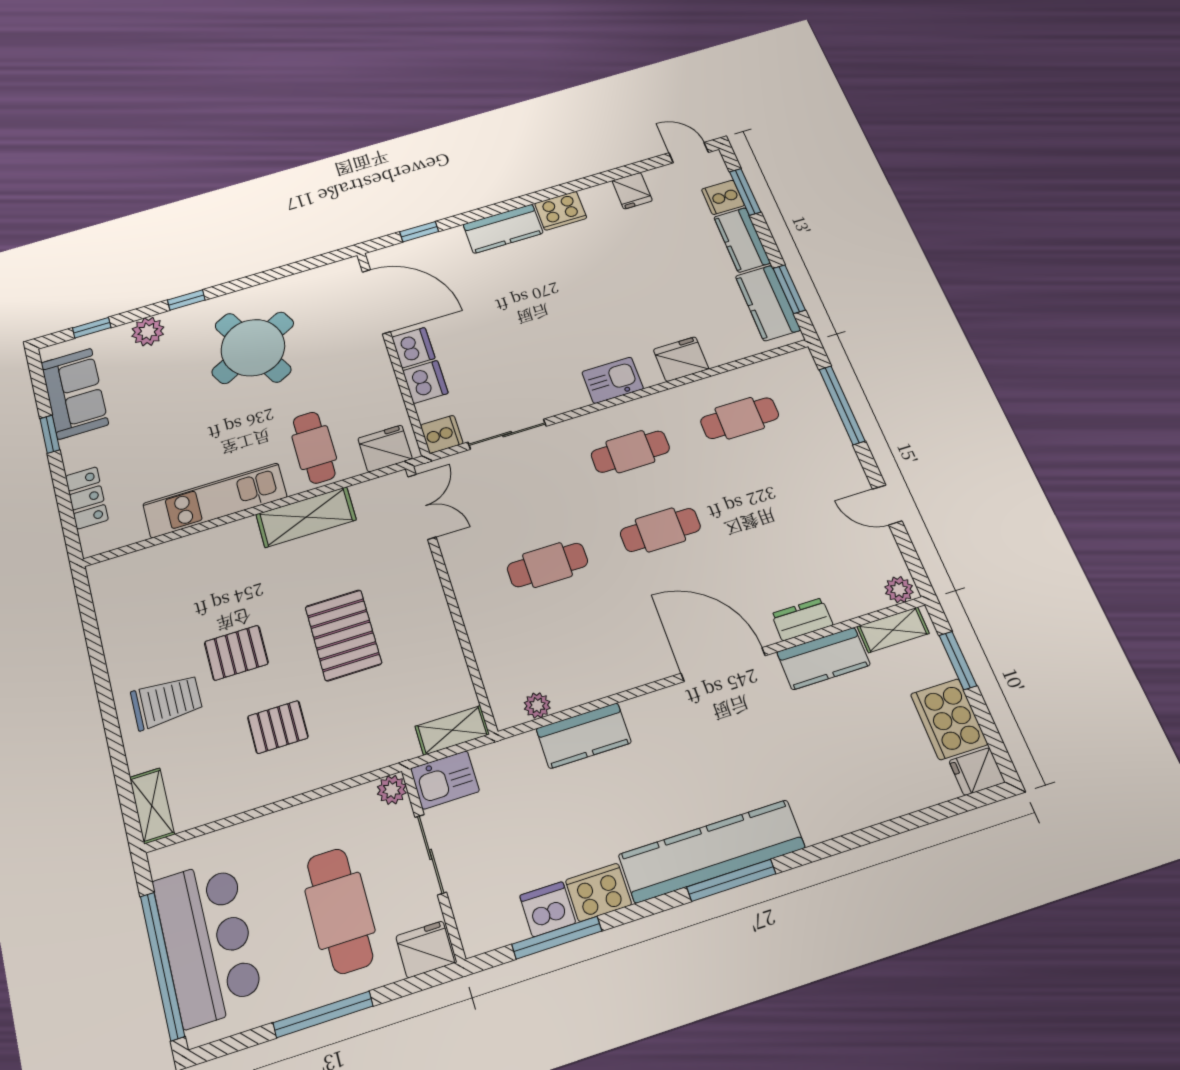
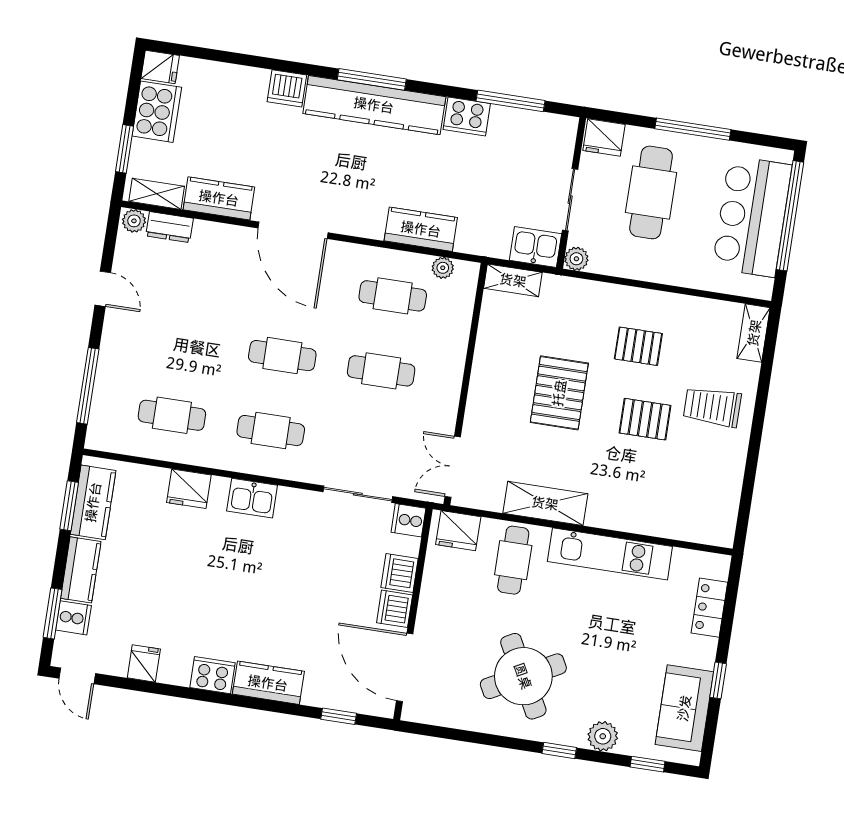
dresser: (802, 619) -> (170, 227), moved
cafe table: (576, 648) -> (393, 296), added
dishwasher: (548, 909) -> (287, 88), moved

